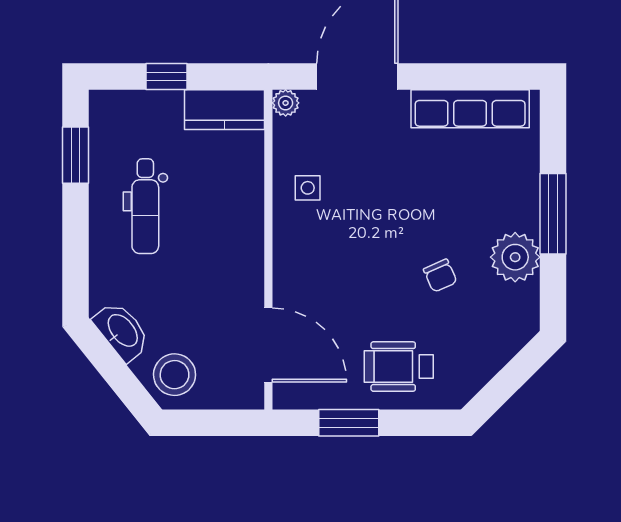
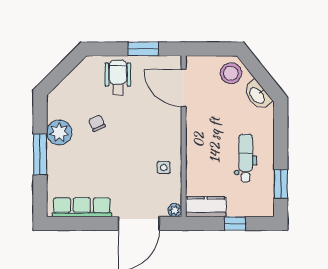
wheelchair: (399, 367) -> (118, 77), turned -90

